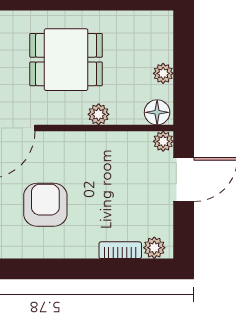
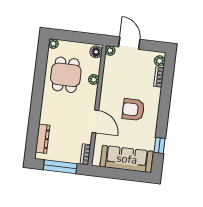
dining table: (66, 60) -> (66, 75), moved
plant: (163, 73) -> (53, 44), moved

